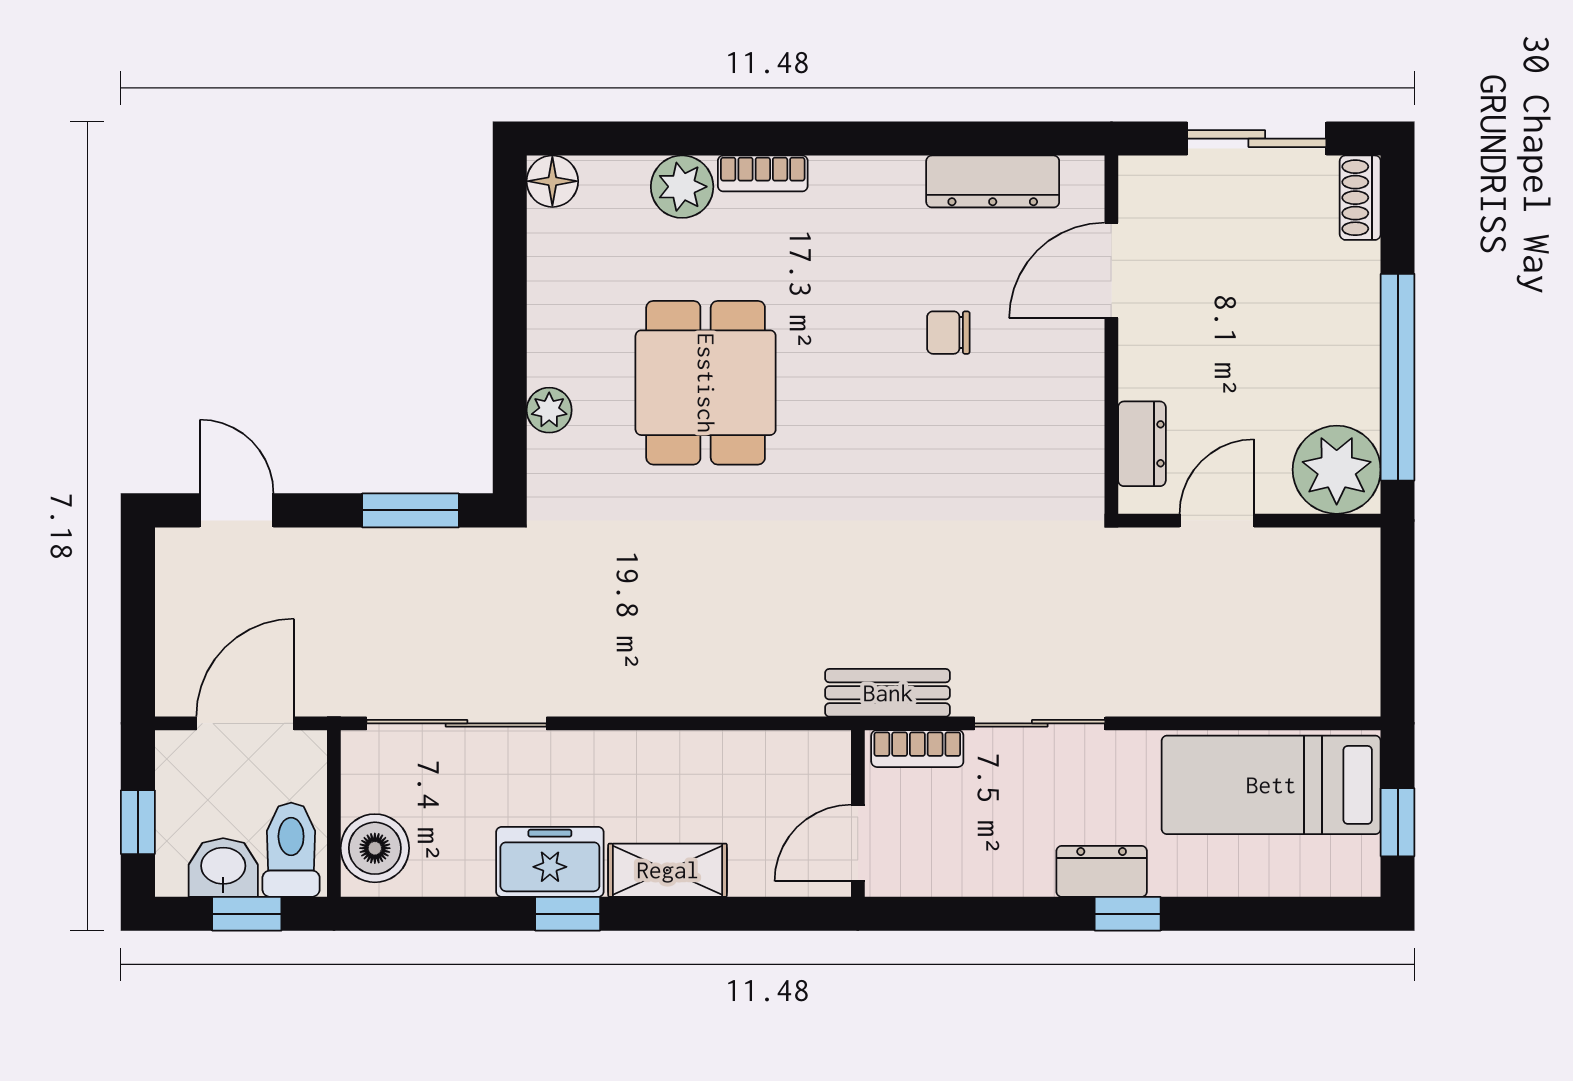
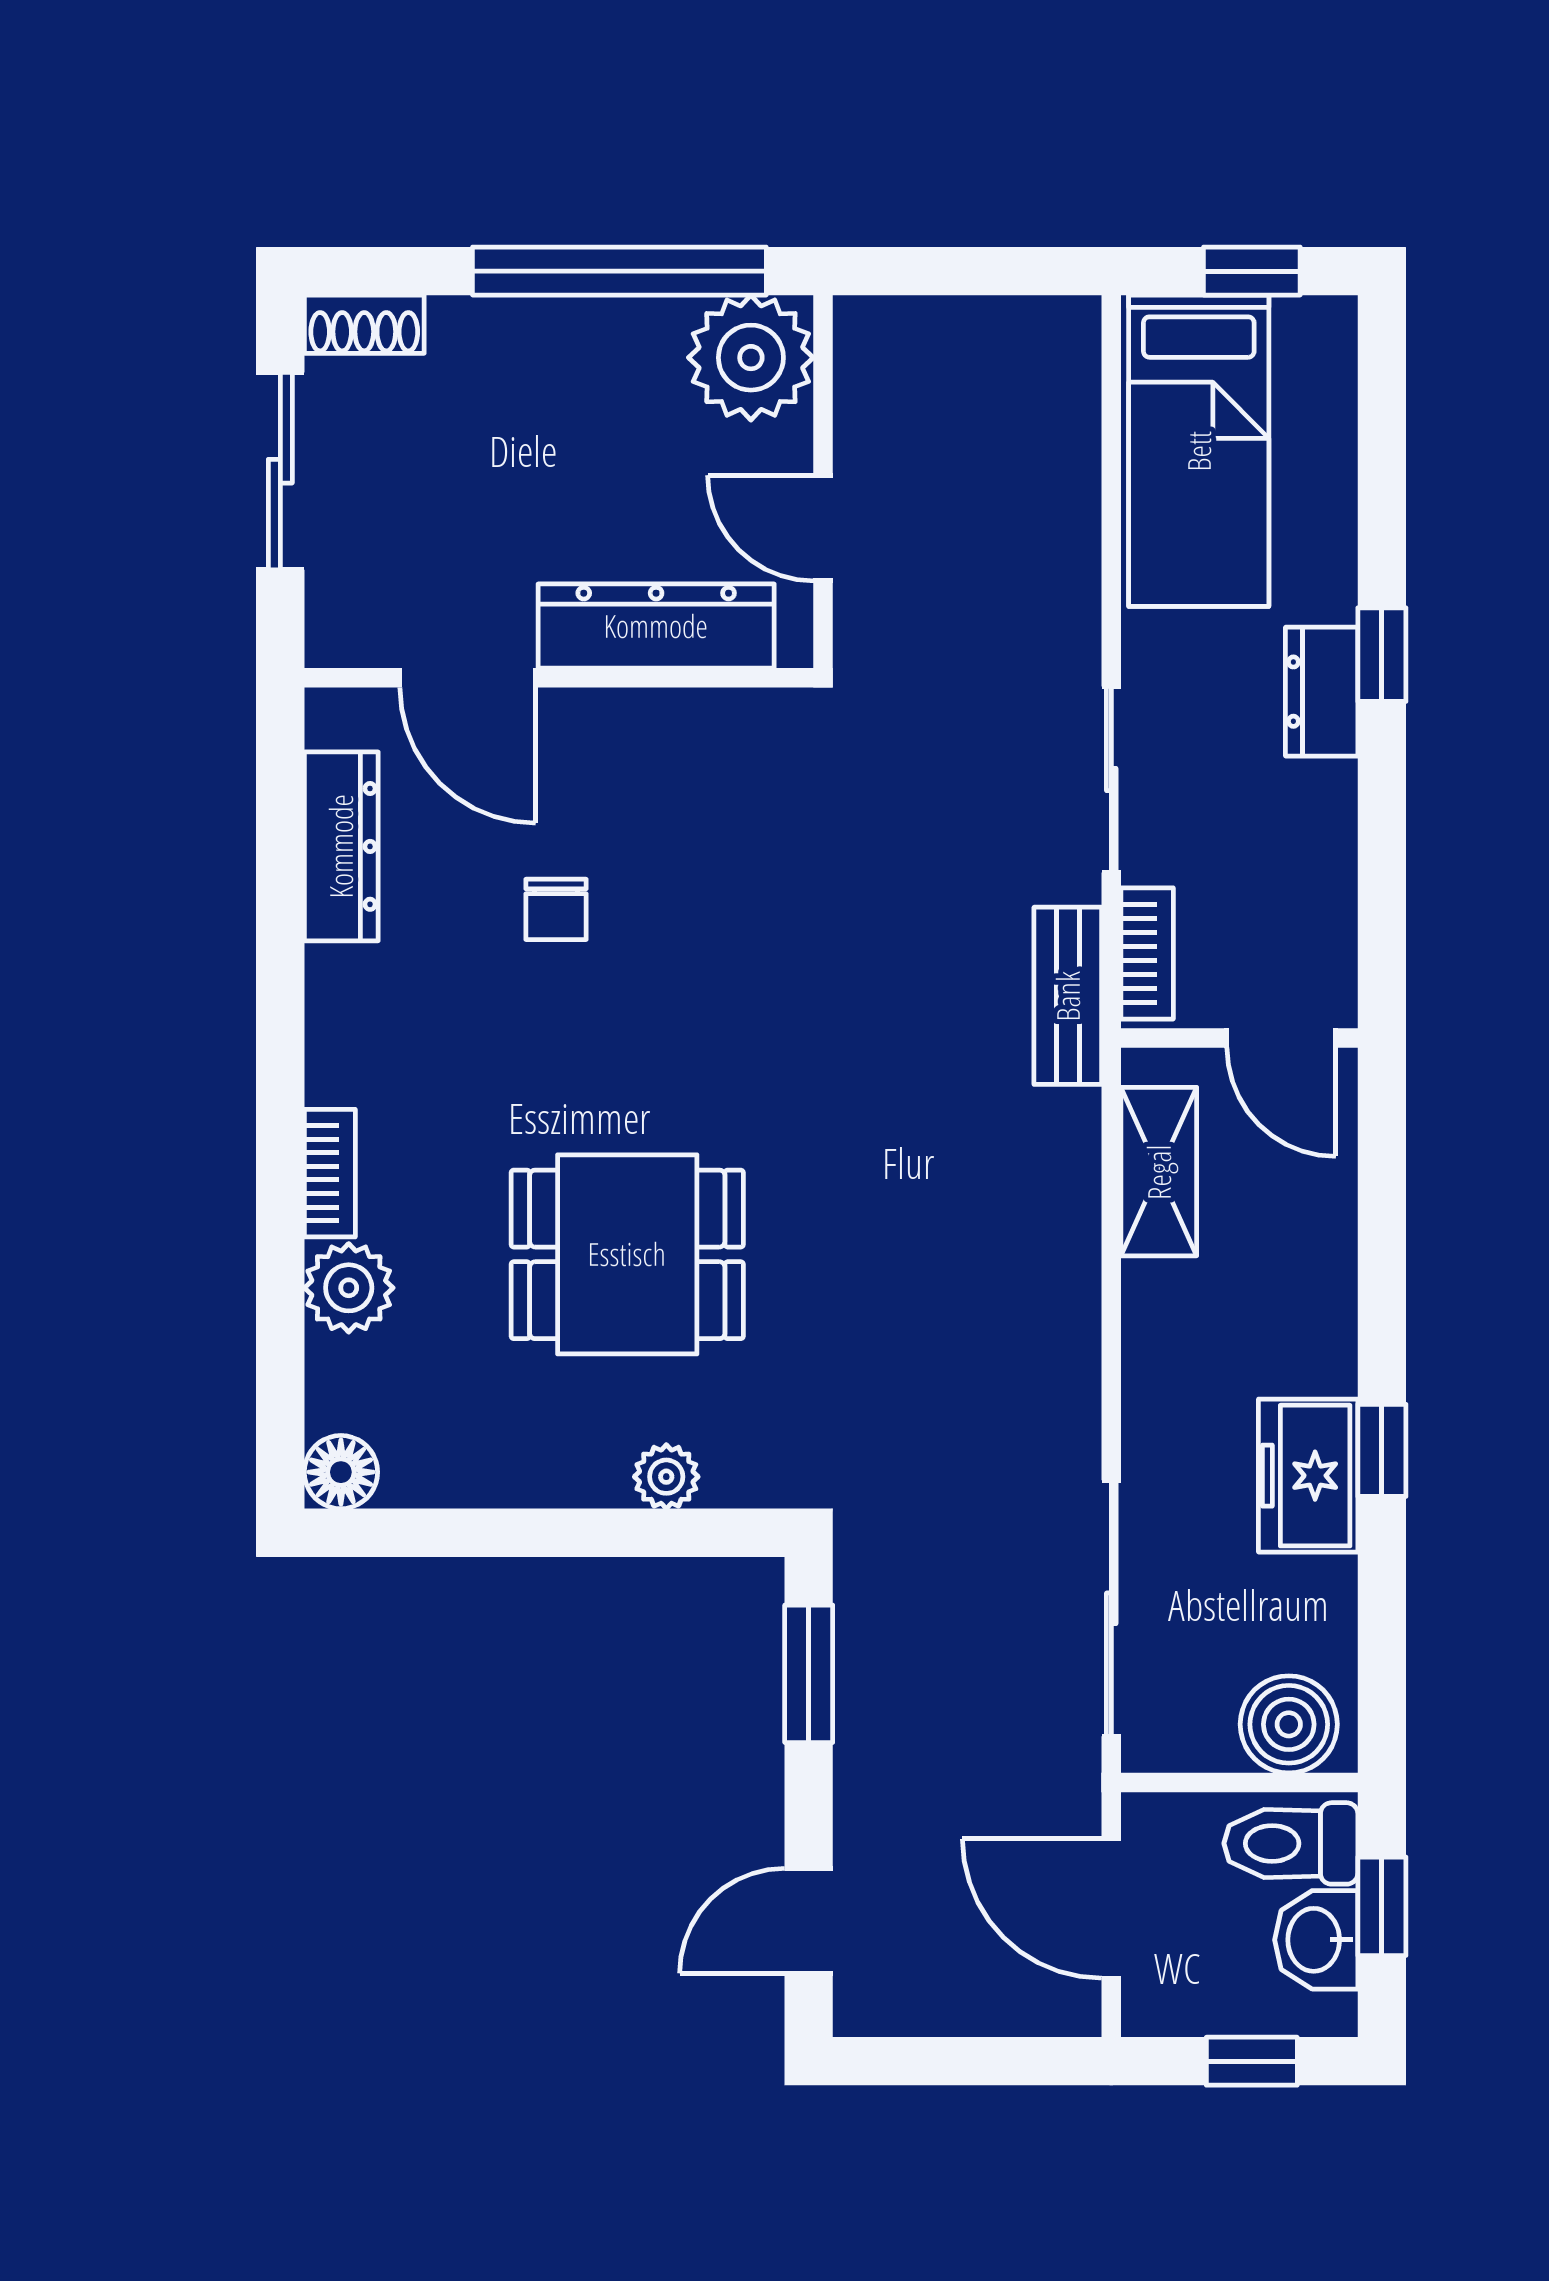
dresser: (1142, 444) -> (656, 626), width x1.96, depth x1.24
shelving: (668, 870) -> (1159, 1172), moved

